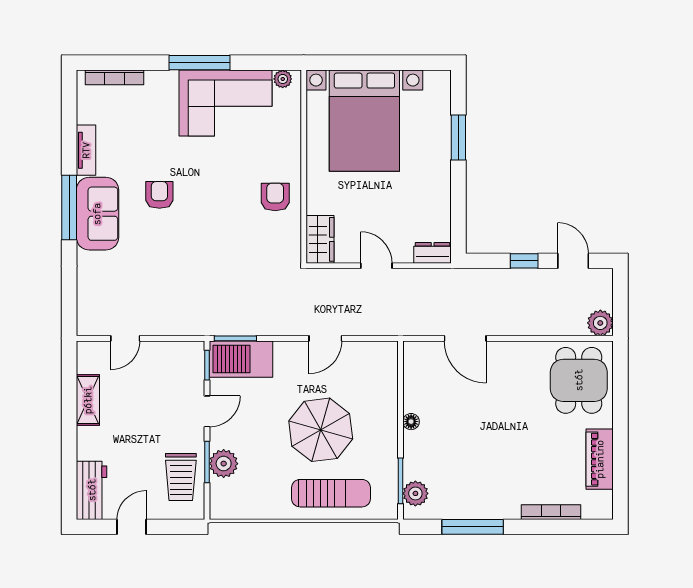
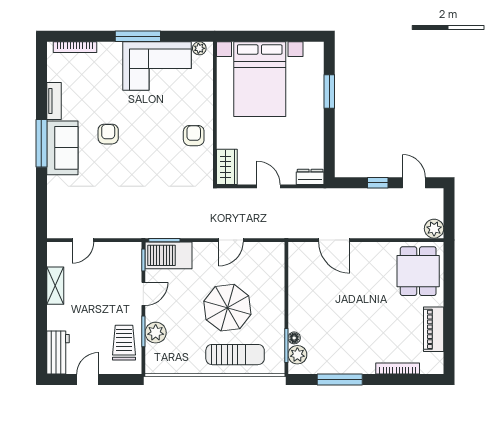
floor lamp: (411, 422) -> (294, 338), moved
trolley: (181, 477) -> (124, 343), turned 180

